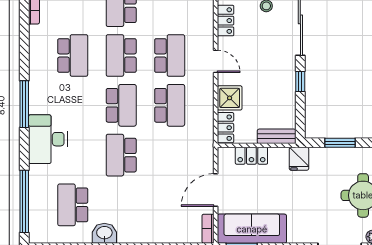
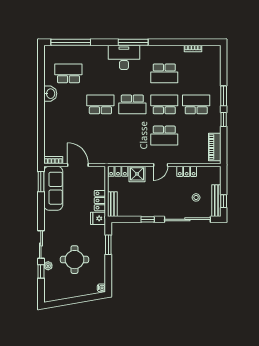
school desk: (170, 105) -> (132, 135), removed
desk: (48, 139) -> (124, 57), moved
locker: (251, 156) -> (100, 201), moved

